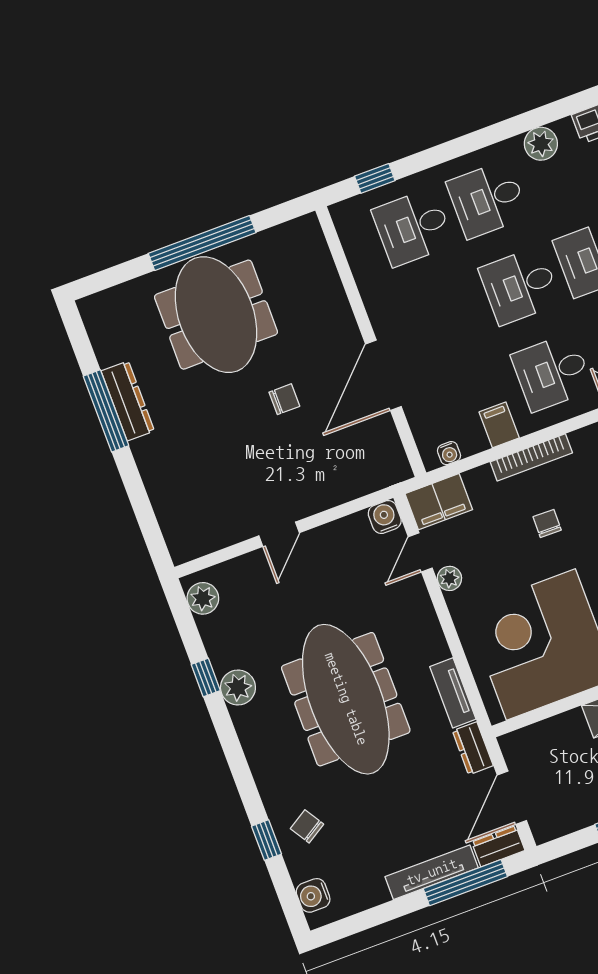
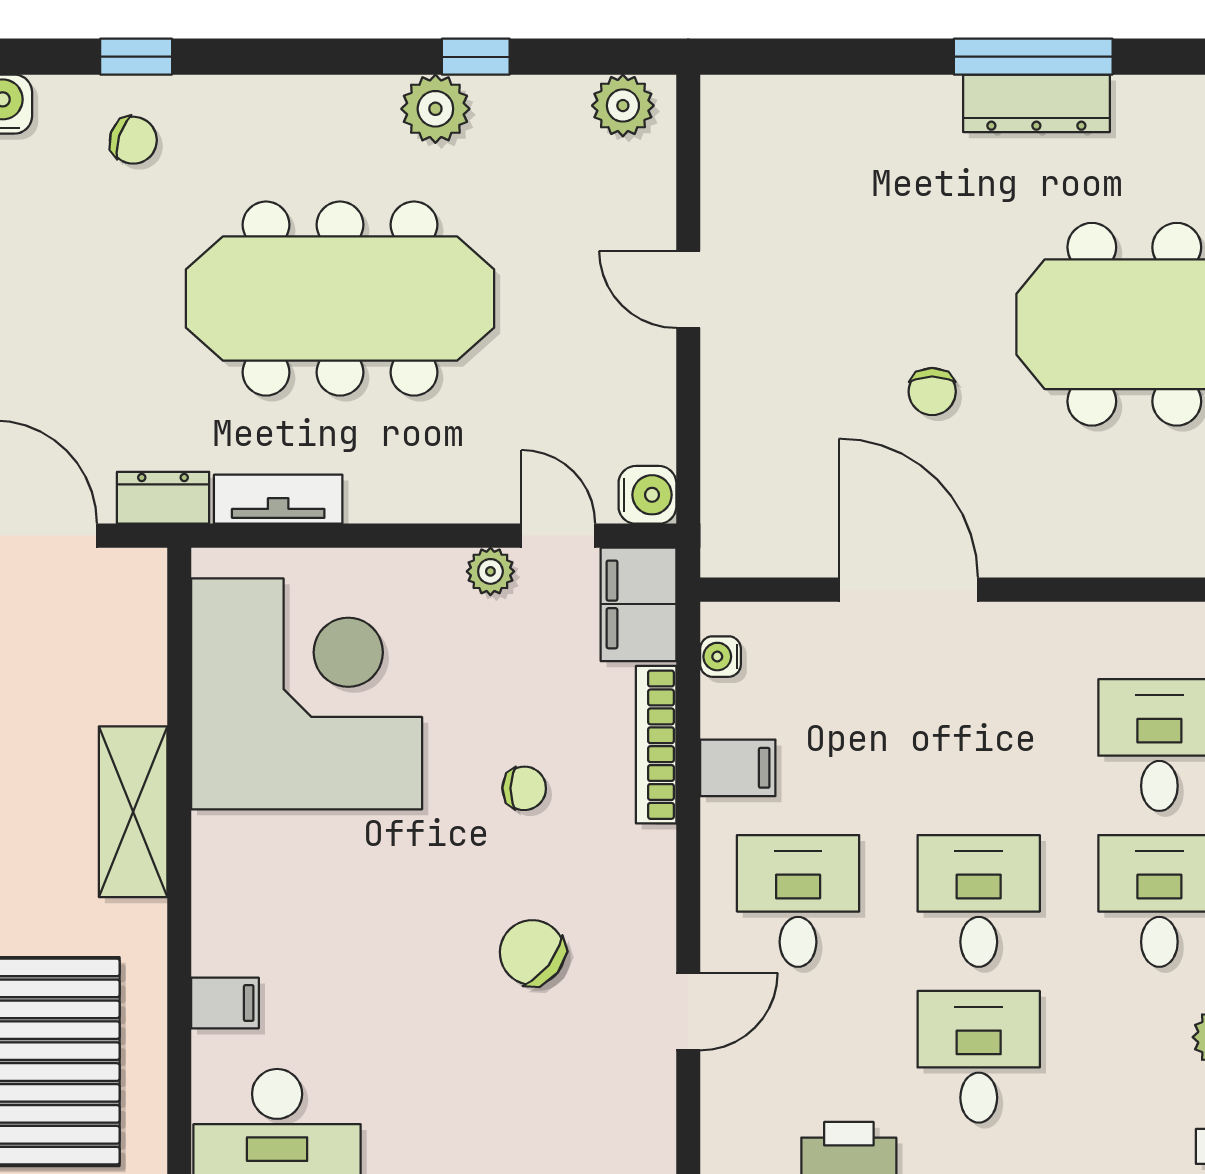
bookcase: (531, 457) -> (656, 745), moved
chair: (307, 826) -> (133, 140), turned 50

